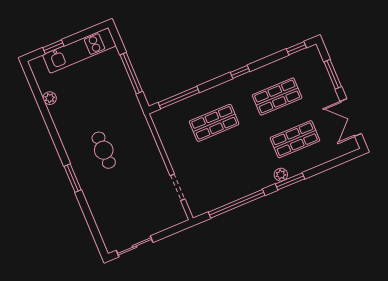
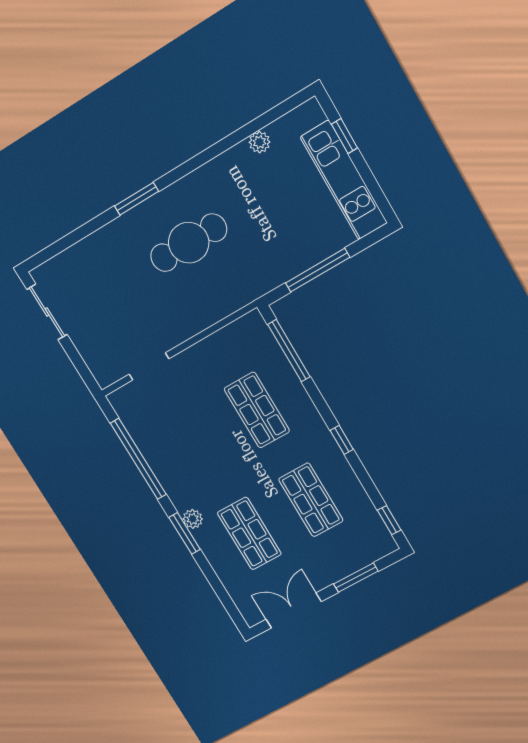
cafe table: (104, 150) -> (189, 243), width x1.37, depth x1.35

